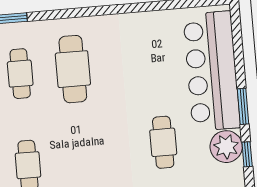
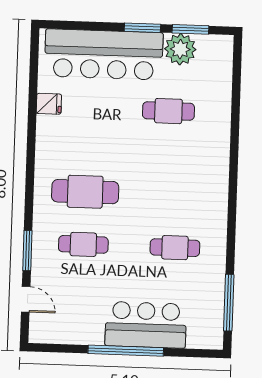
fridge: (156, 22) -> (49, 104), added
window: (247, 154) -> (190, 29), width x1.50

